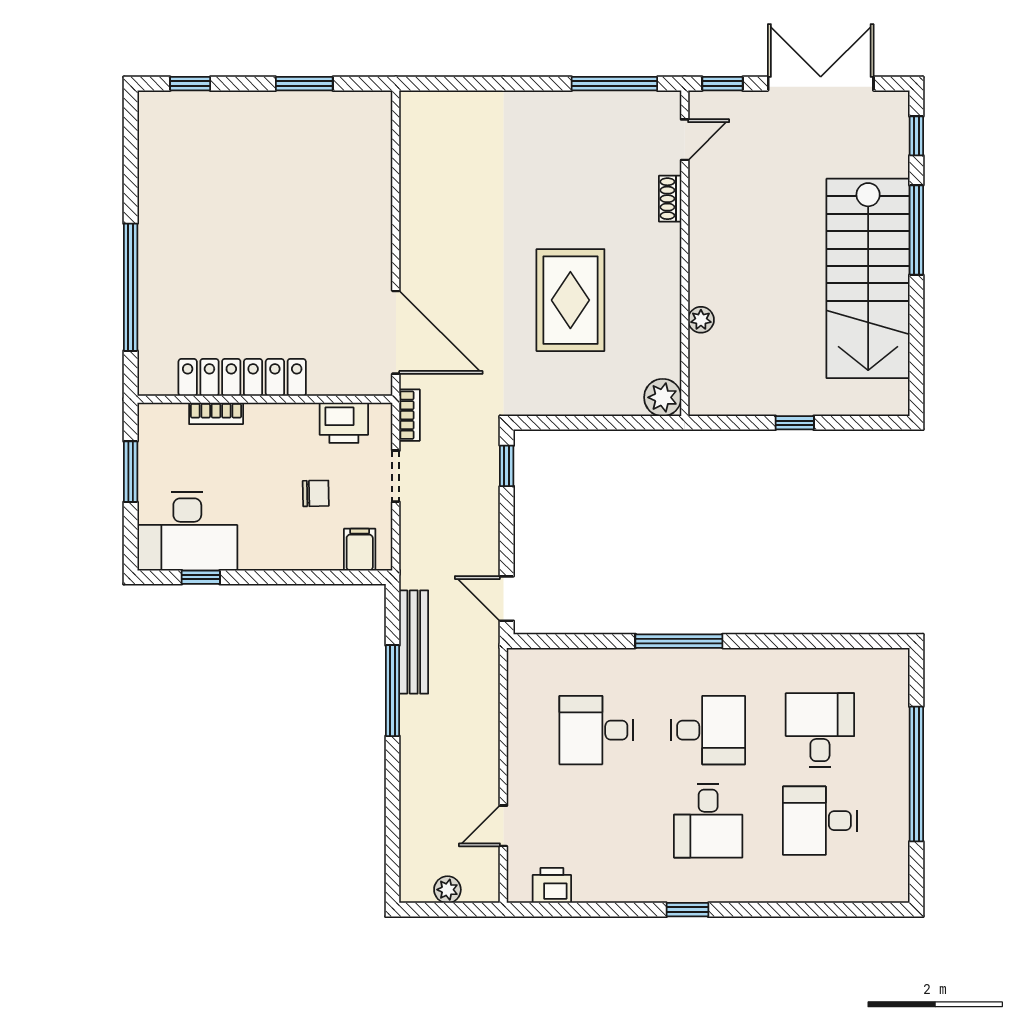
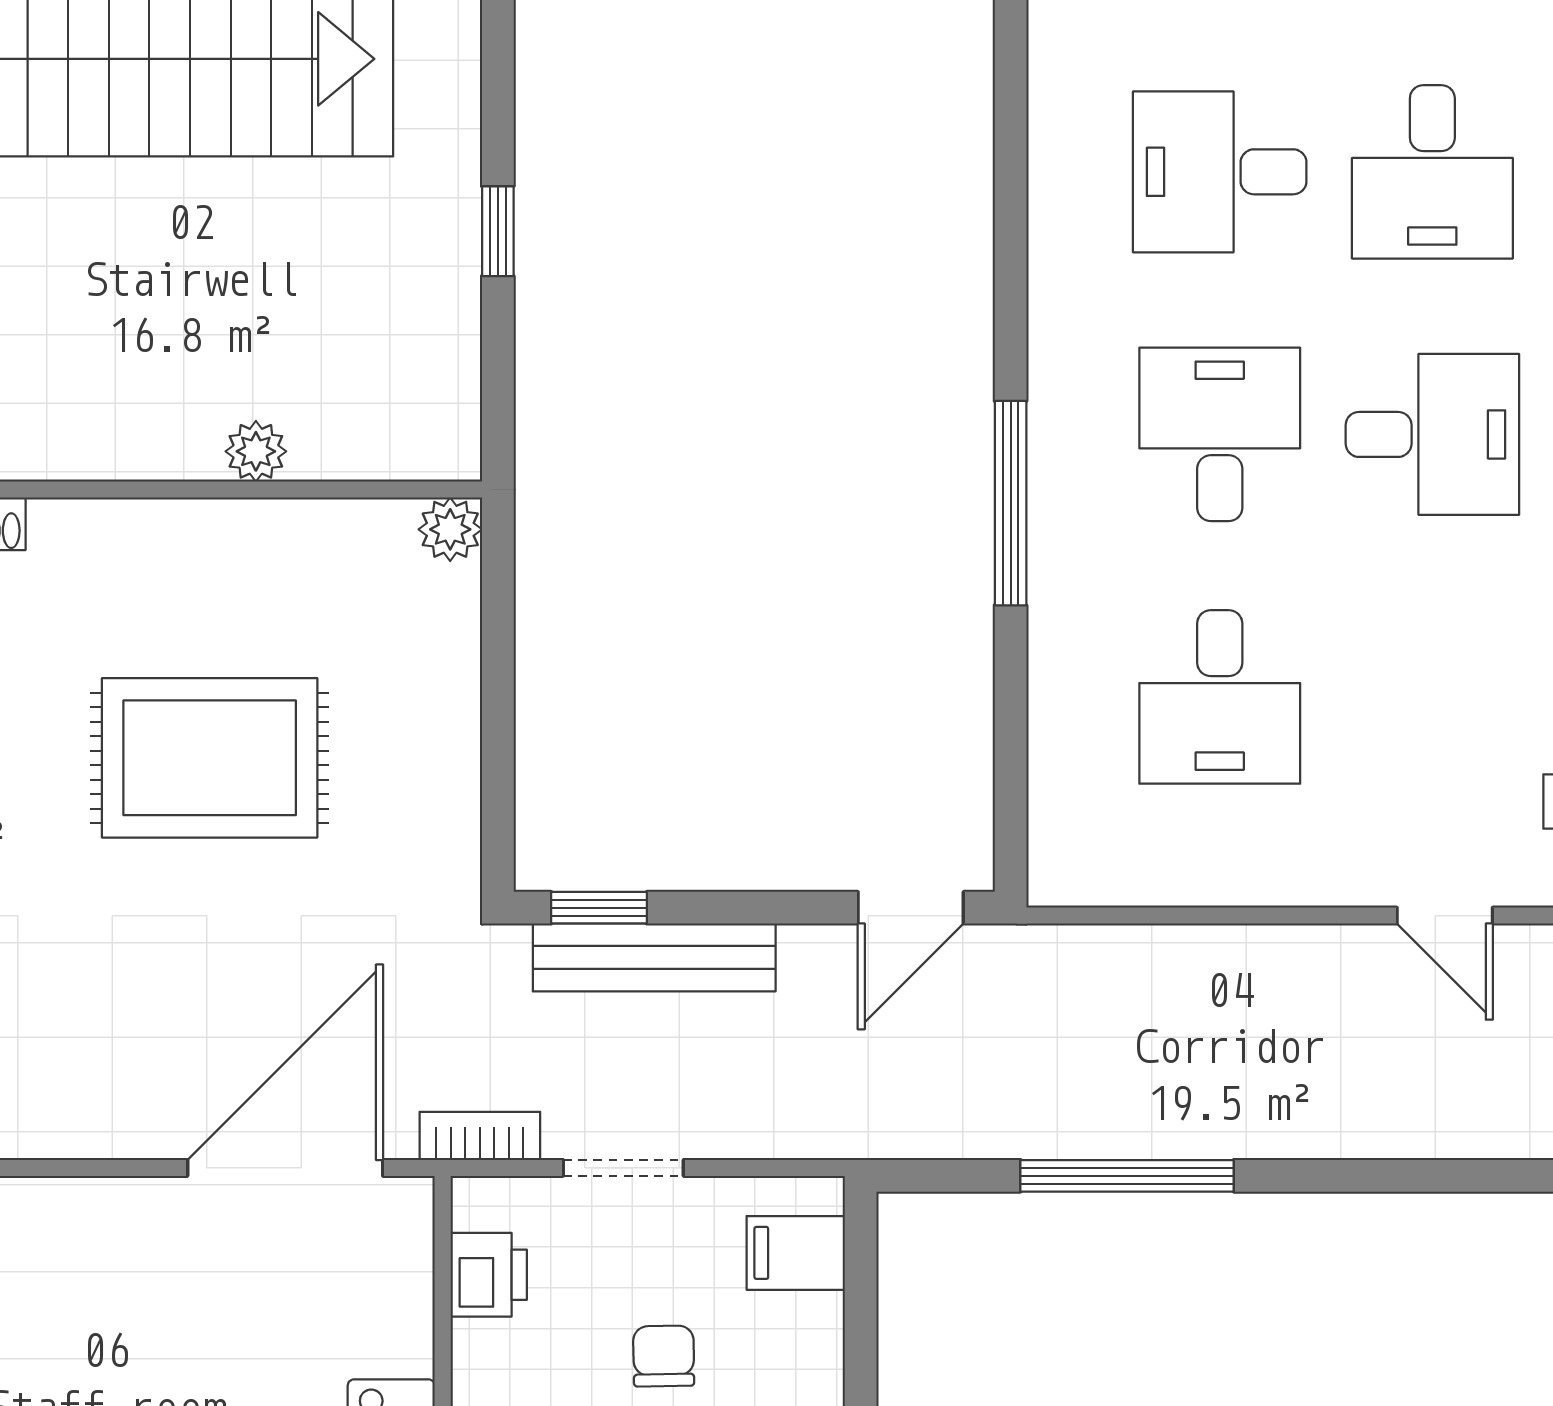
plant: (663, 397) -> (450, 529), width x0.73, depth x0.73
printer: (344, 423) -> (489, 1275), width x0.73, depth x0.81
bench: (414, 642) -> (654, 957), moved

